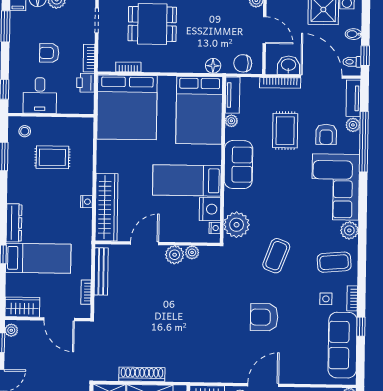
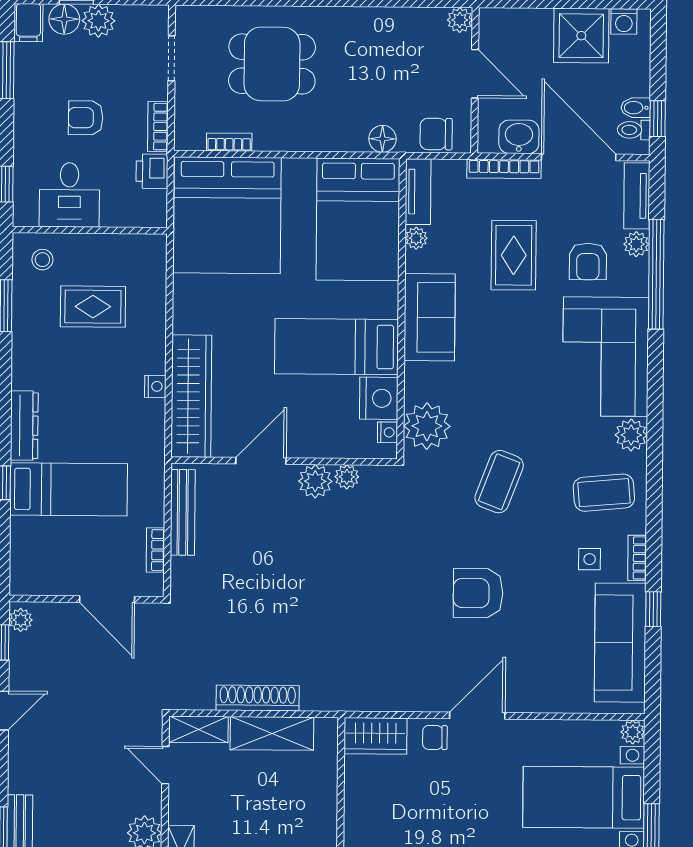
bidet: (353, 34) -> (636, 108), moved
wardrobe: (22, 307) -> (40, 578), removed

